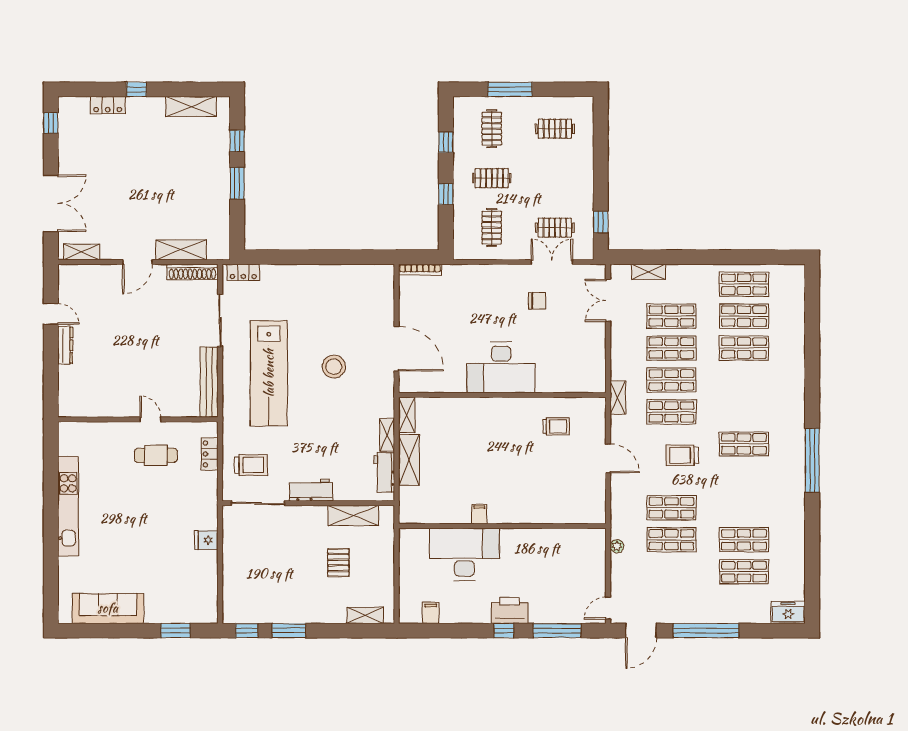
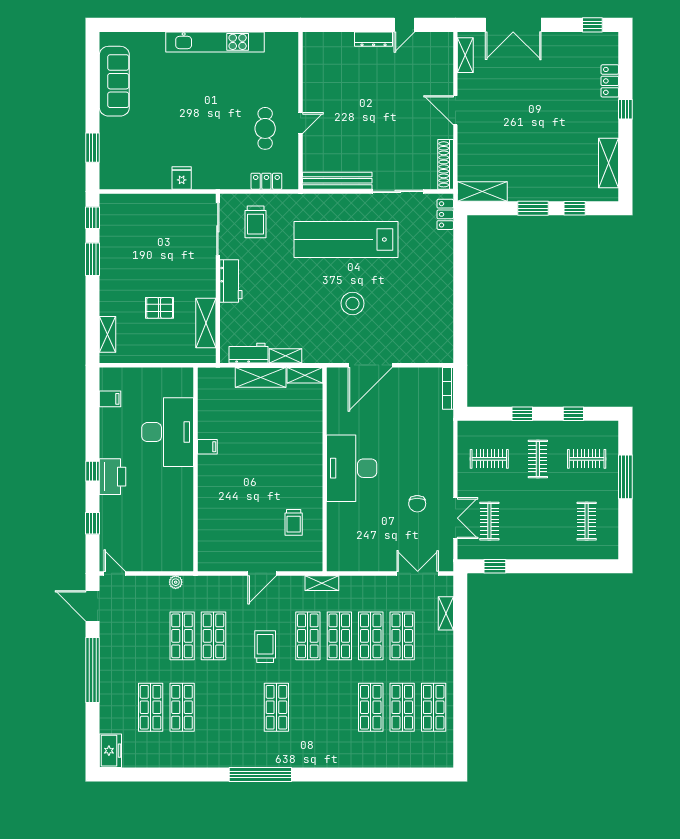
shelving: (181, 250) -> (482, 191), moved, turned 90
window: (557, 631) -> (93, 523), width x0.46

